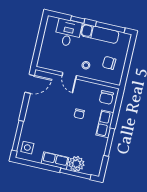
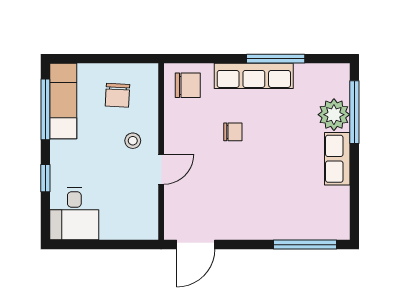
desk: (68, 33) -> (74, 214), moved, turned -90
exam couch: (100, 34) -> (63, 101), moved
door: (30, 84) -> (196, 245), swing flipped
row of seats: (105, 124) -> (254, 76), width x1.48
side table: (27, 148) -> (324, 220), removed

